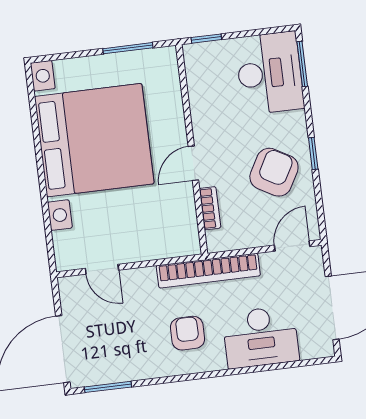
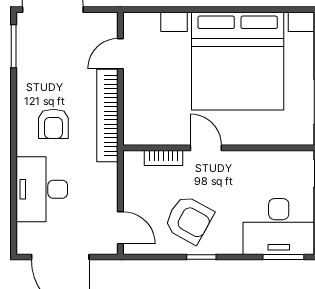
bookcase: (208, 271) -> (107, 116), moved
armchair: (187, 333) -> (53, 124), turned 90

